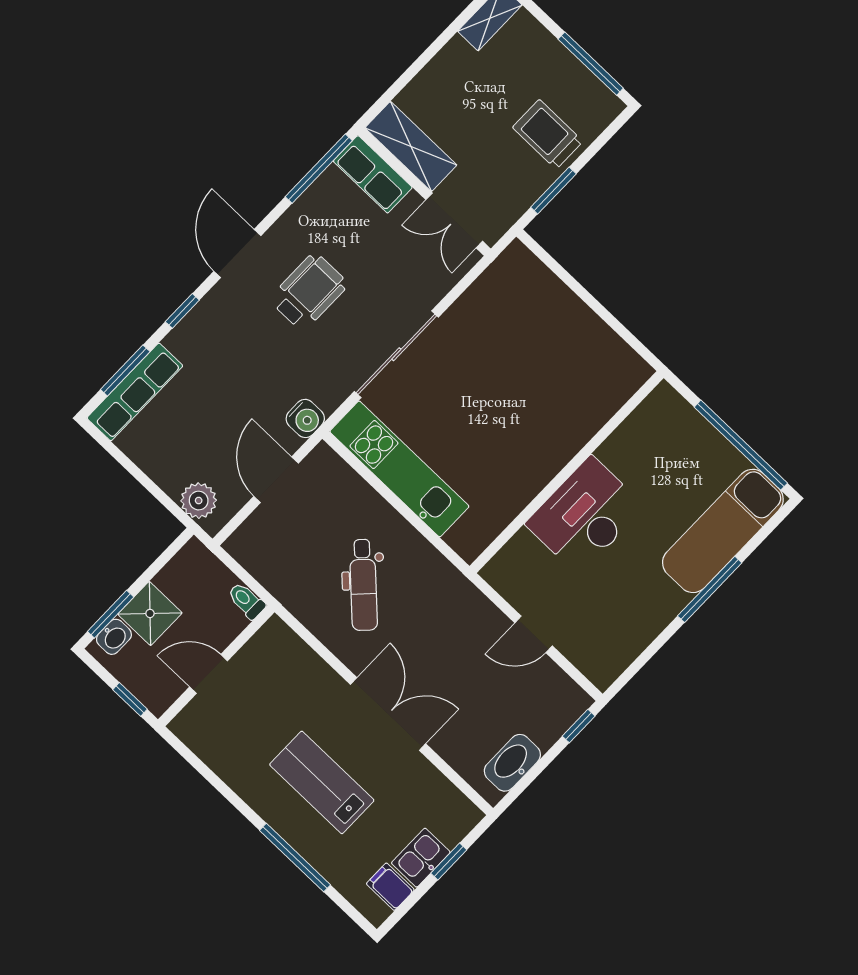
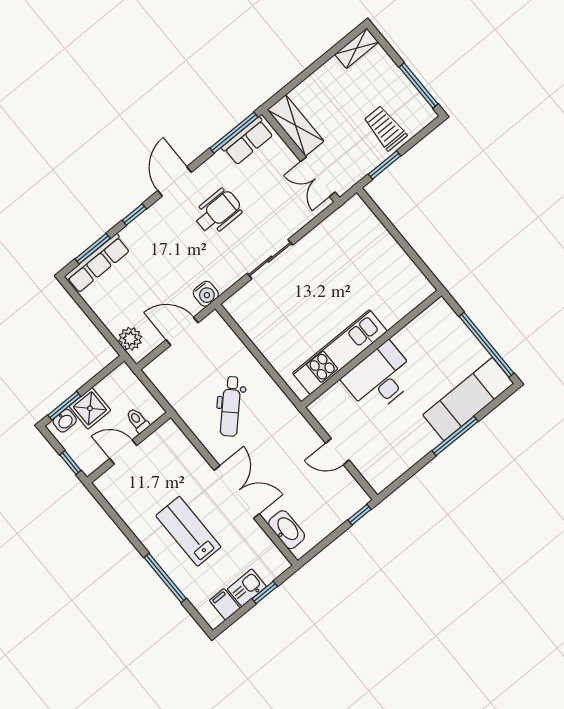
row of seats: (373, 174) -> (247, 141), moved, turned -90
sliding door: (396, 354) -> (270, 259), width x0.73
kitchen unit: (399, 469) -> (340, 352), moved, turned -90
door: (276, 480) -> (182, 331), hinge flipped
toilet: (246, 601) -> (138, 421), moved
washbasin: (512, 763) -> (287, 530), moved, turned 90

